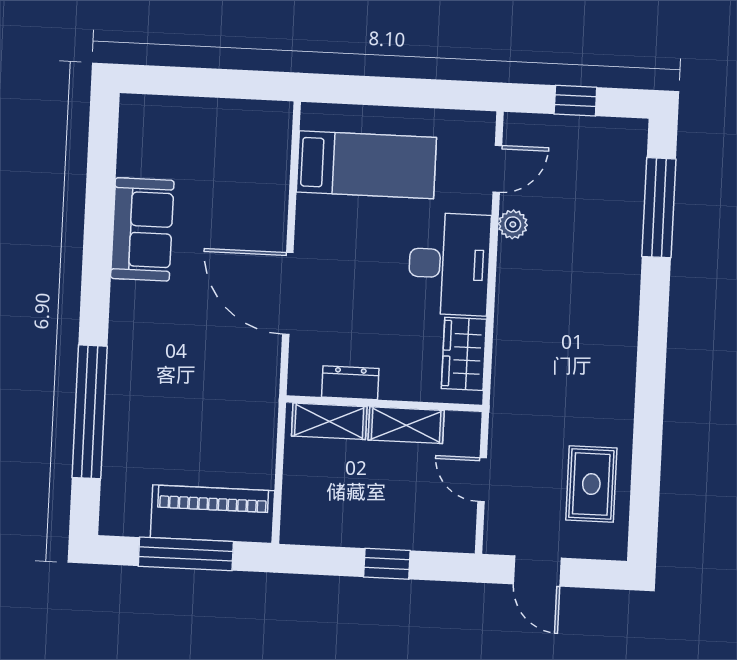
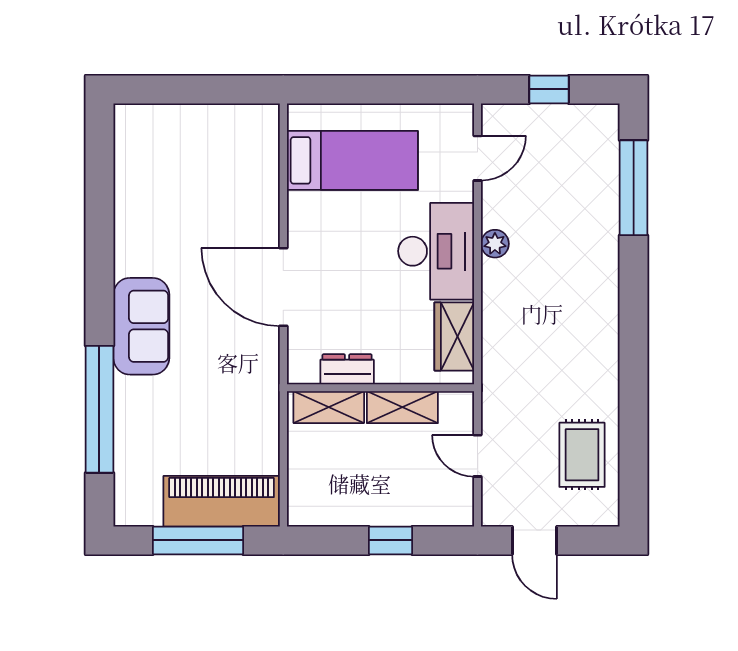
plant: (513, 224) -> (495, 244), moved
sofa: (142, 229) -> (141, 326), moved

